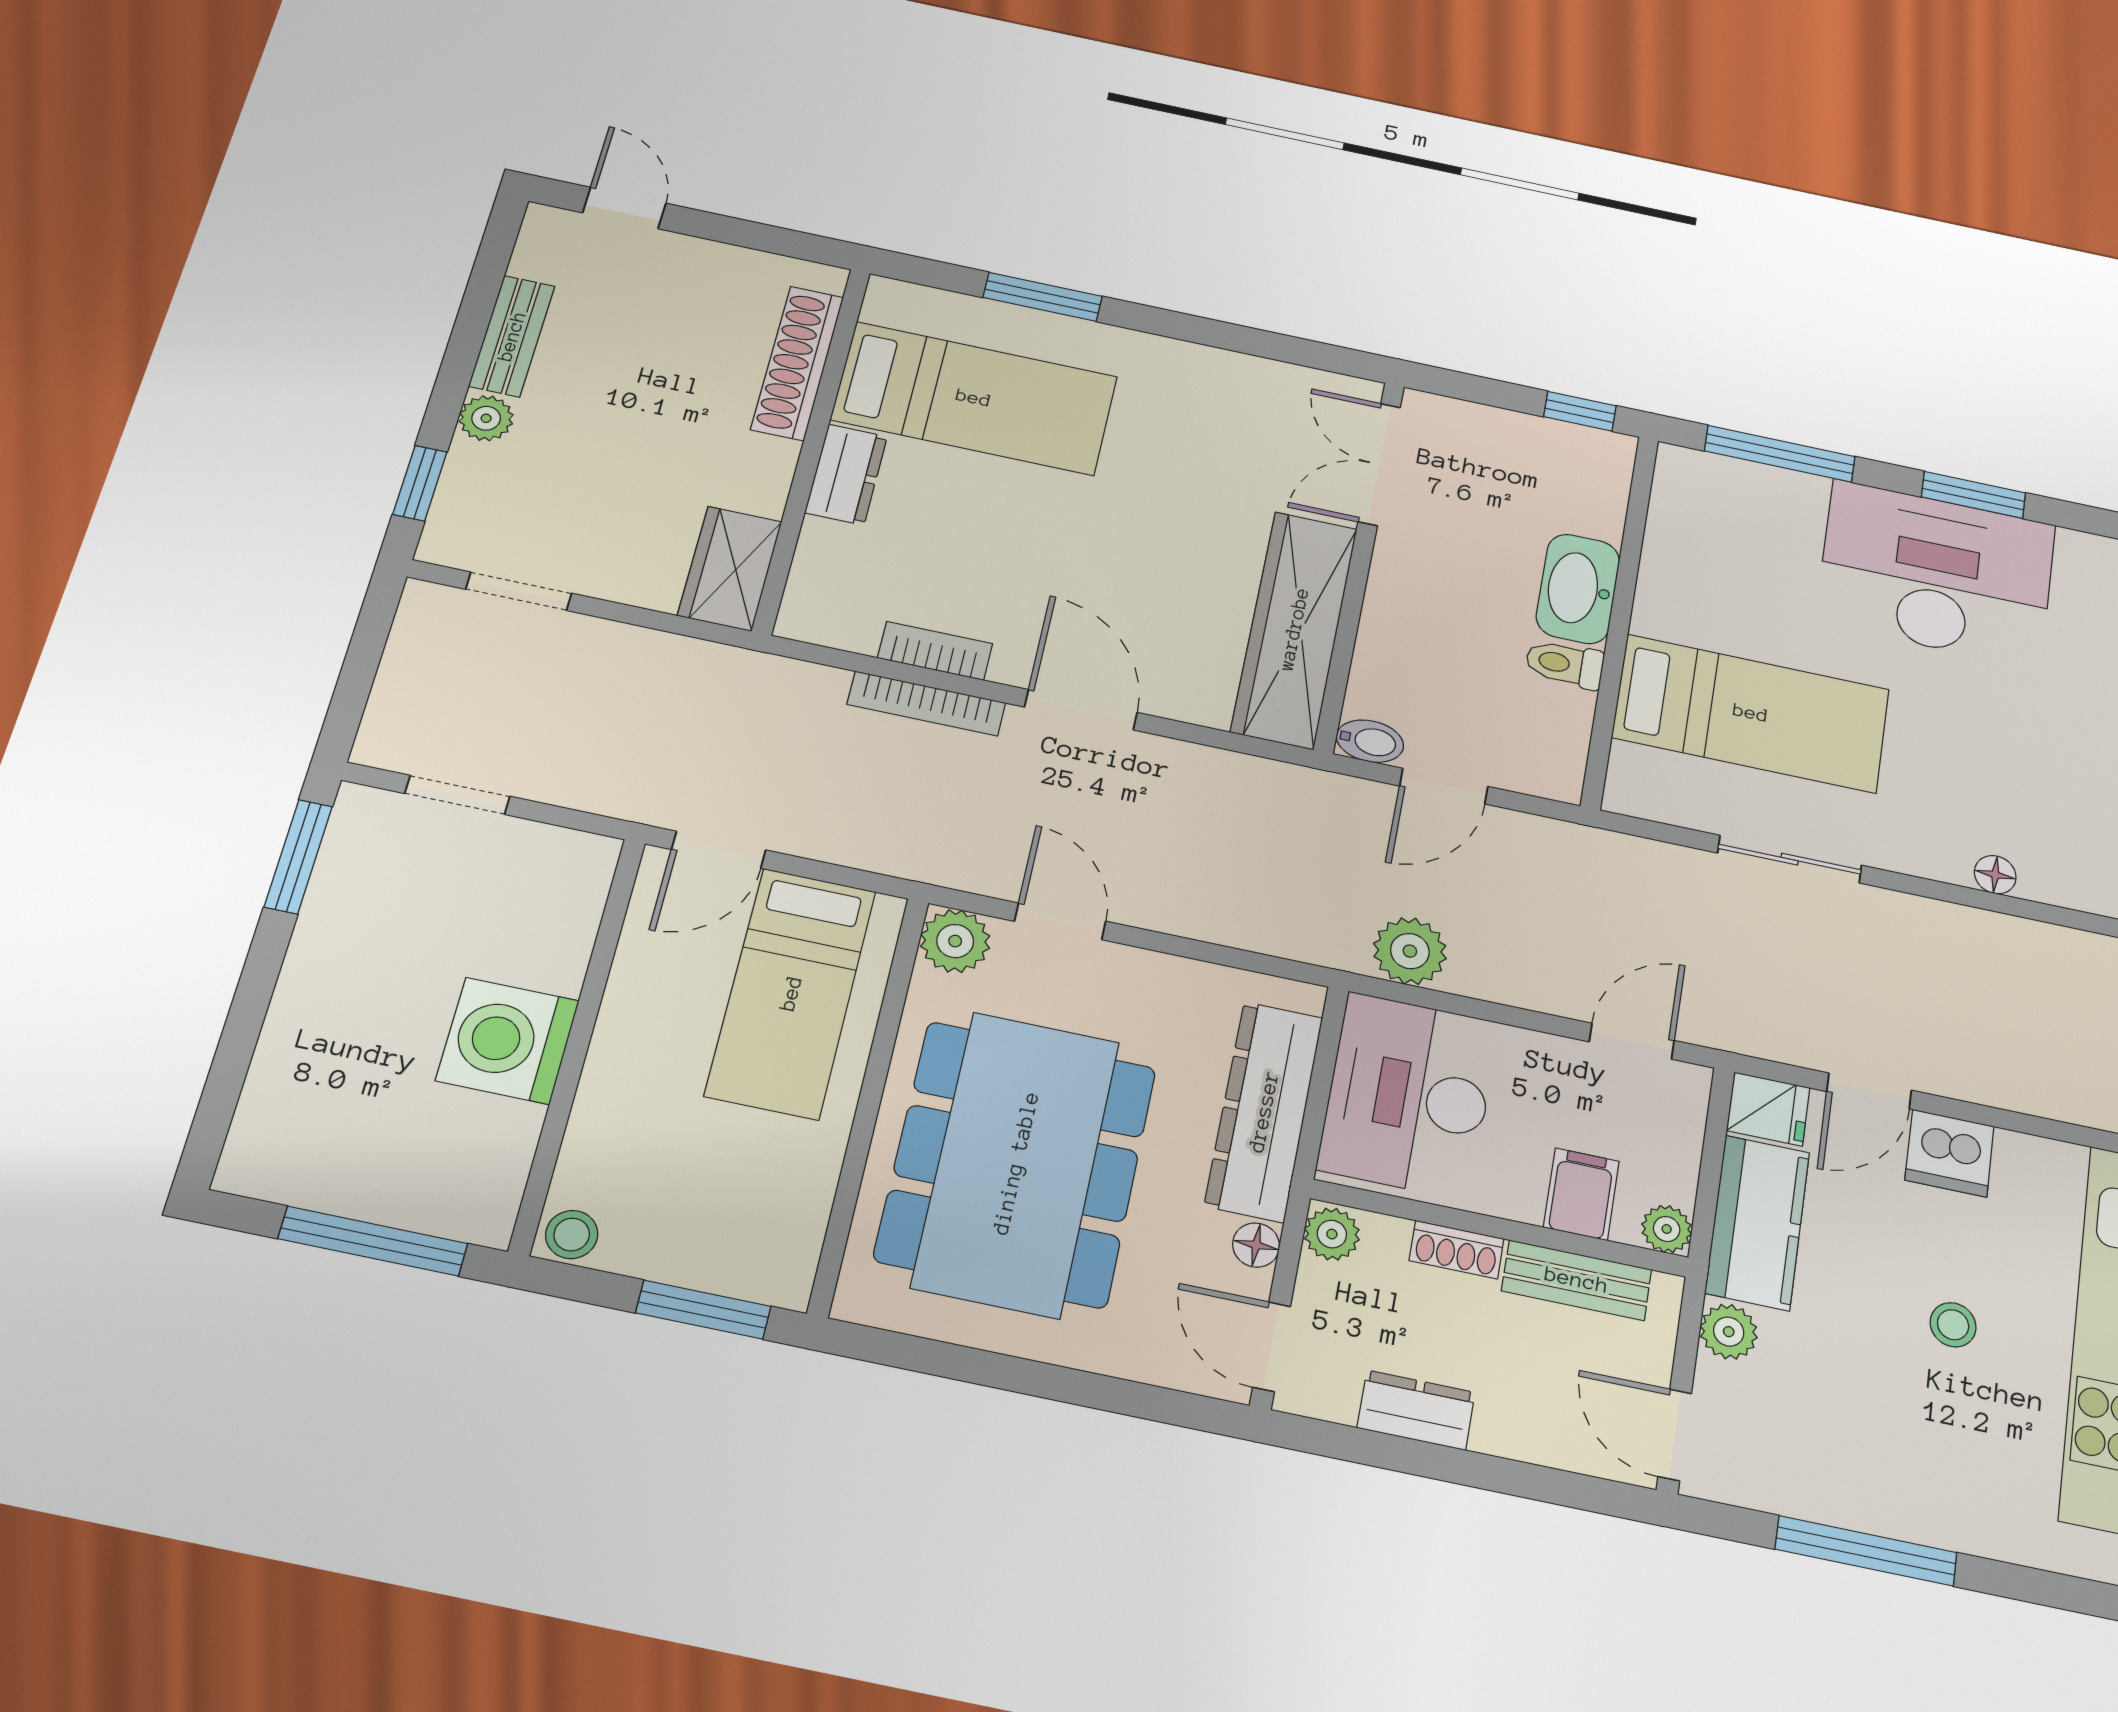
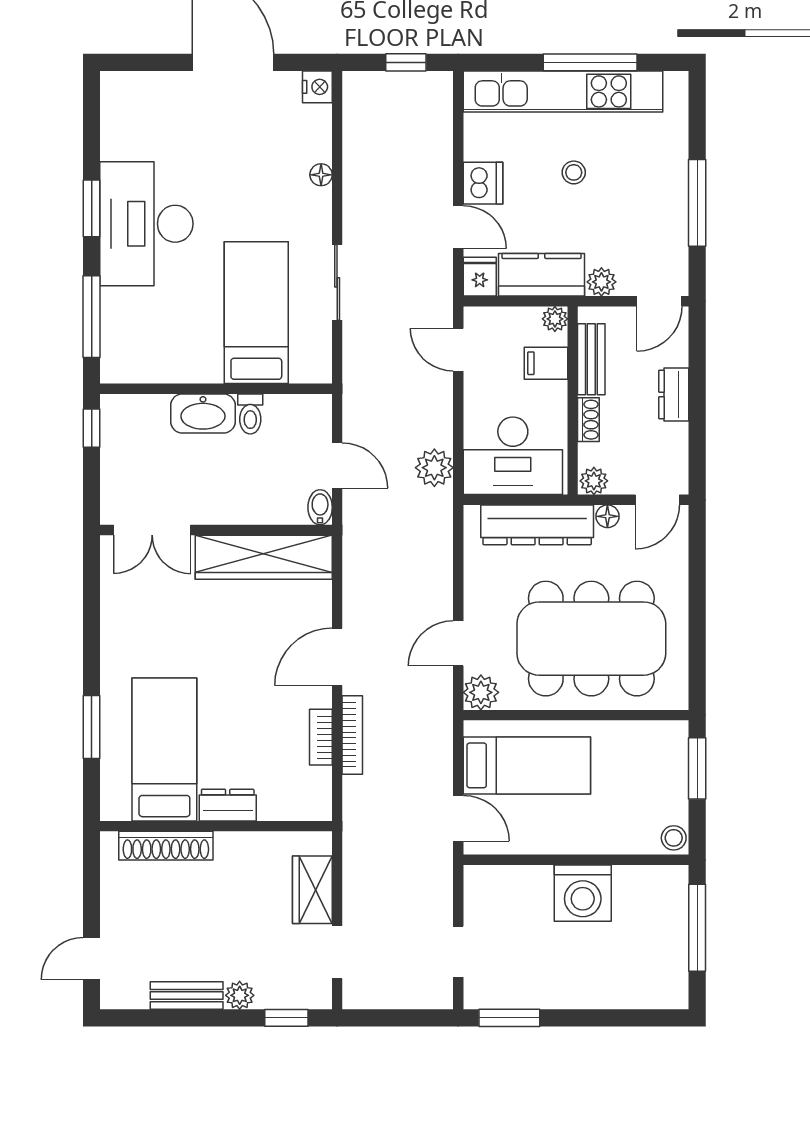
wardrobe: (730, 569) -> (312, 890), moved, turned 90
dresser: (1416, 1410) -> (674, 394), moved

